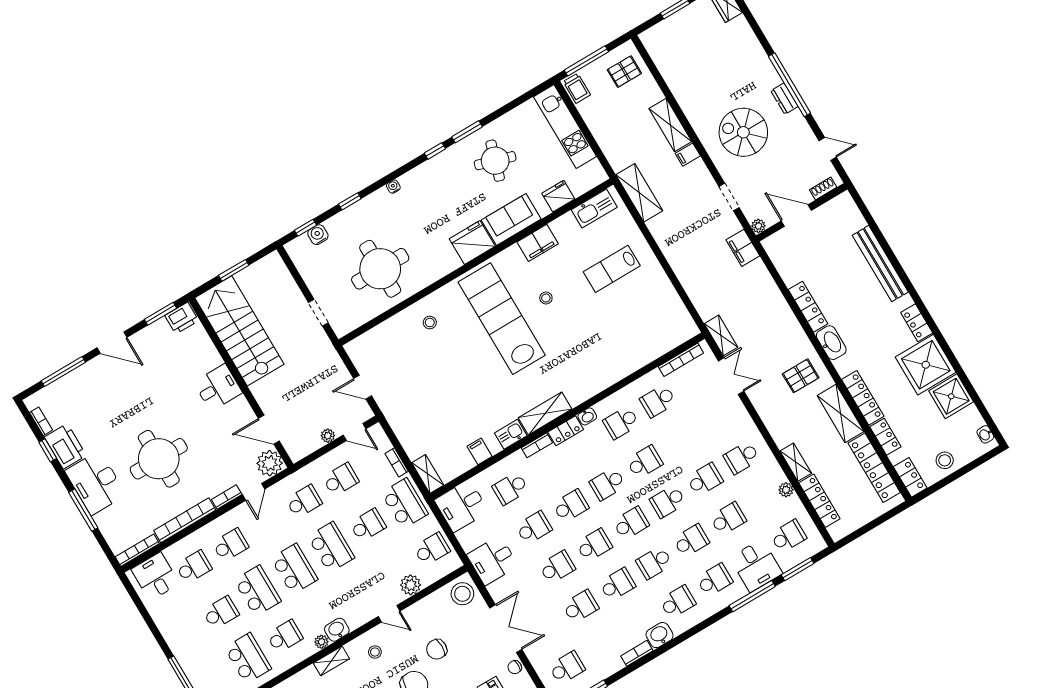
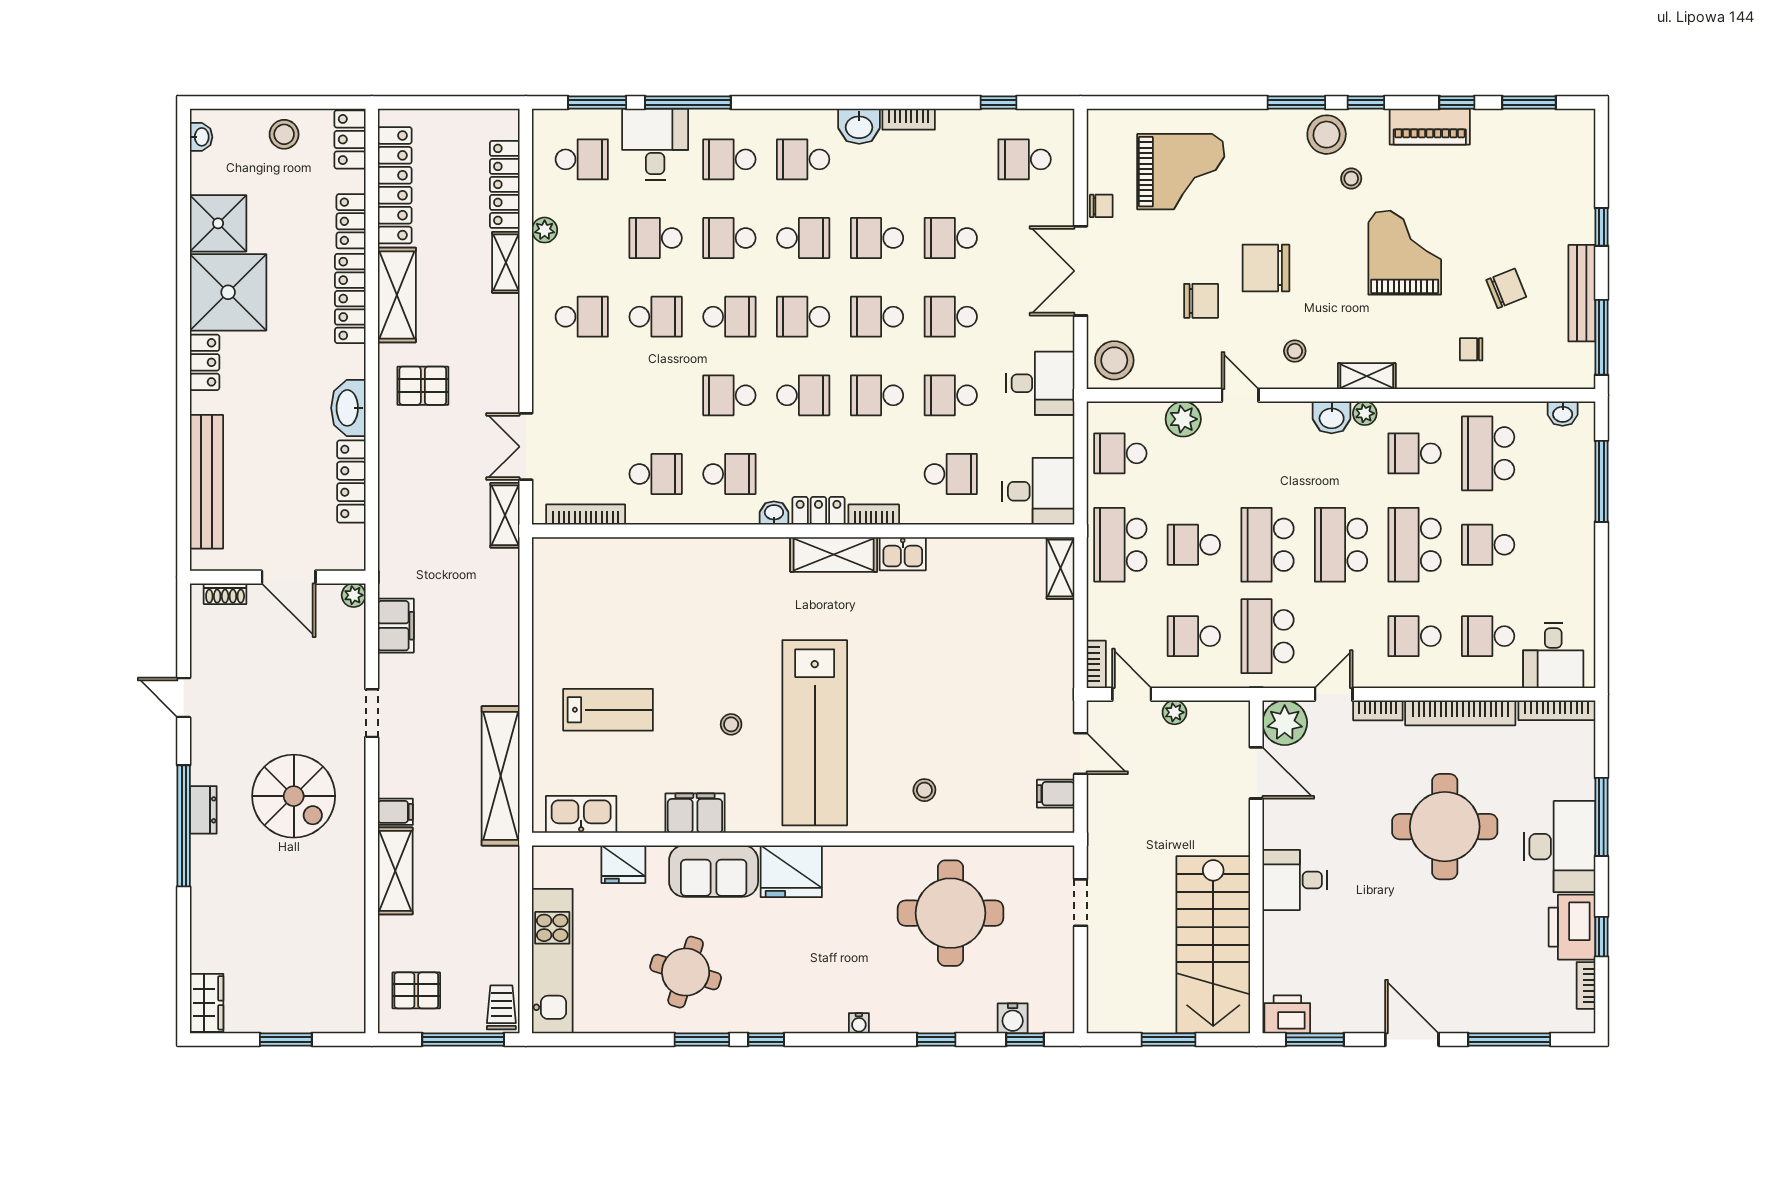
shoe rack: (823, 188) -> (225, 594), moved
shelving: (639, 193) -> (501, 776), width x1.47
wall: (802, 212) -> (278, 577), moved
door: (796, 216) -> (289, 577), moved
plant: (758, 226) -> (354, 595), moved
filing cabinet: (480, 451) -> (1056, 794), moved, turned 90
bookcase: (397, 462) -> (1096, 664), moved
school desk: (705, 479) -> (656, 317), turned 180
school desk: (304, 501) -> (1267, 636), width x1.85
school desk: (788, 536) -> (582, 159), turned 180

